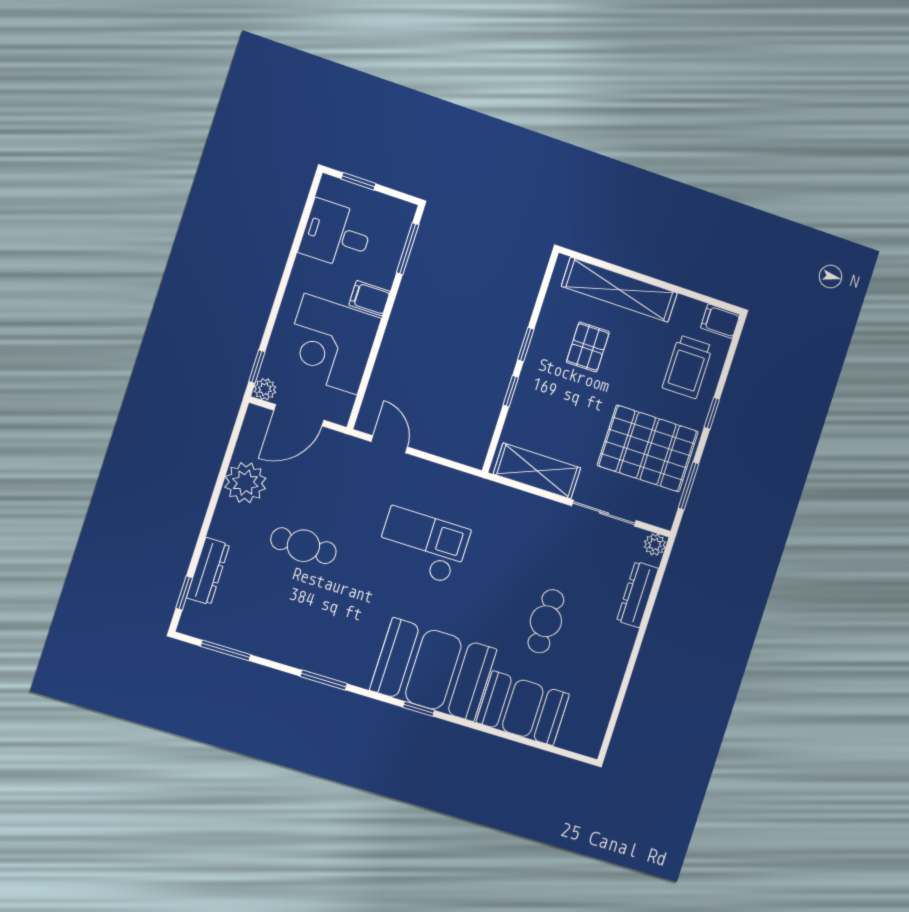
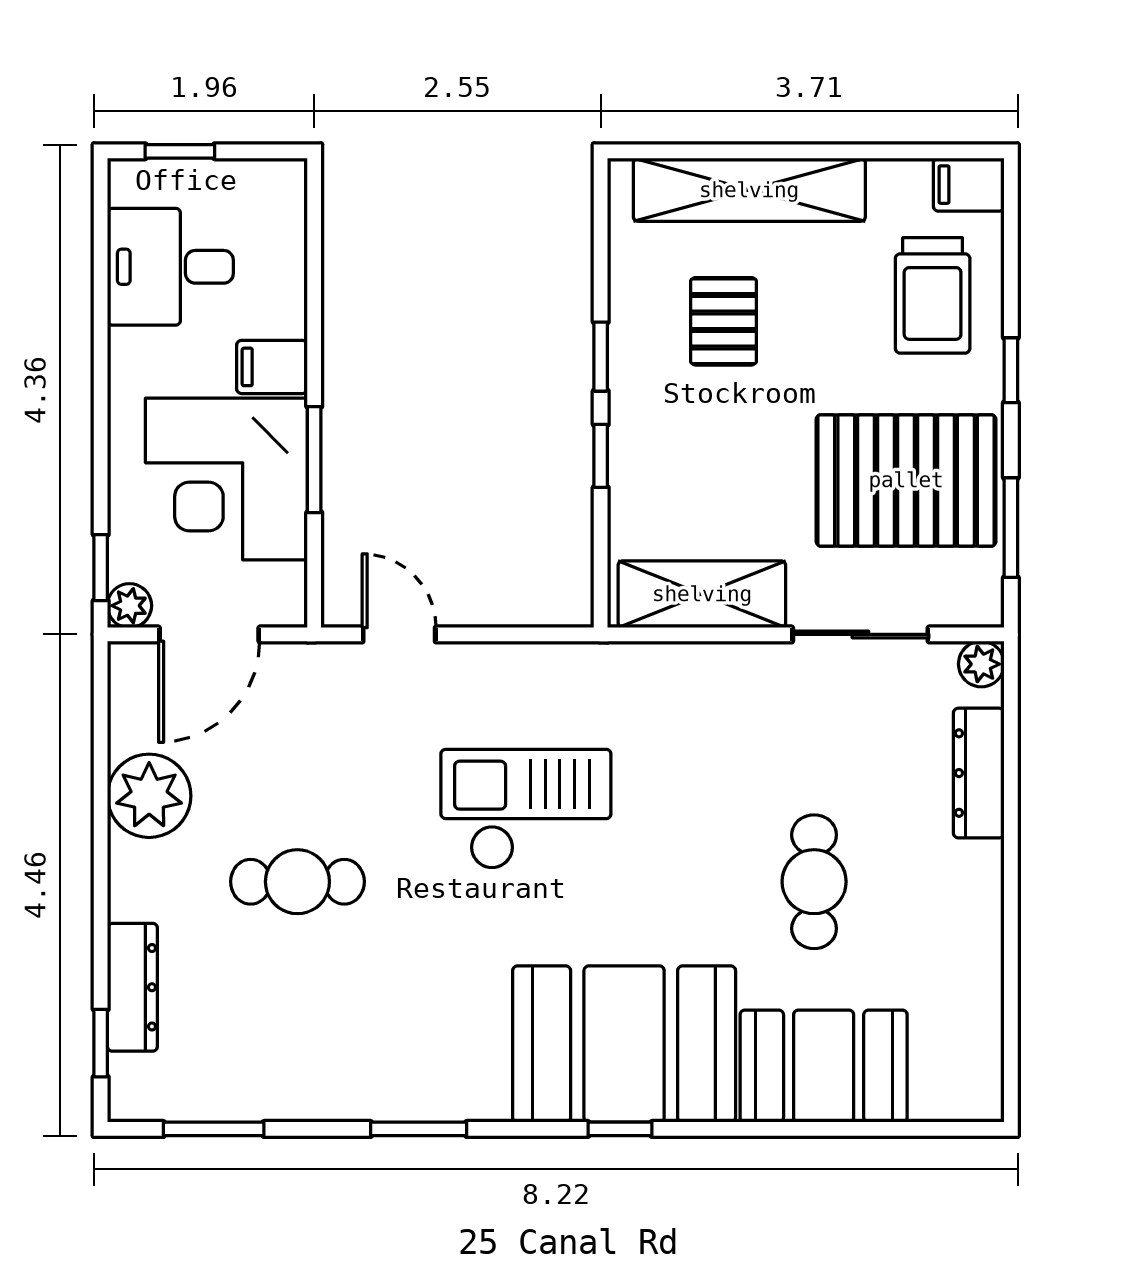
window: (408, 249) -> (314, 460), moved

